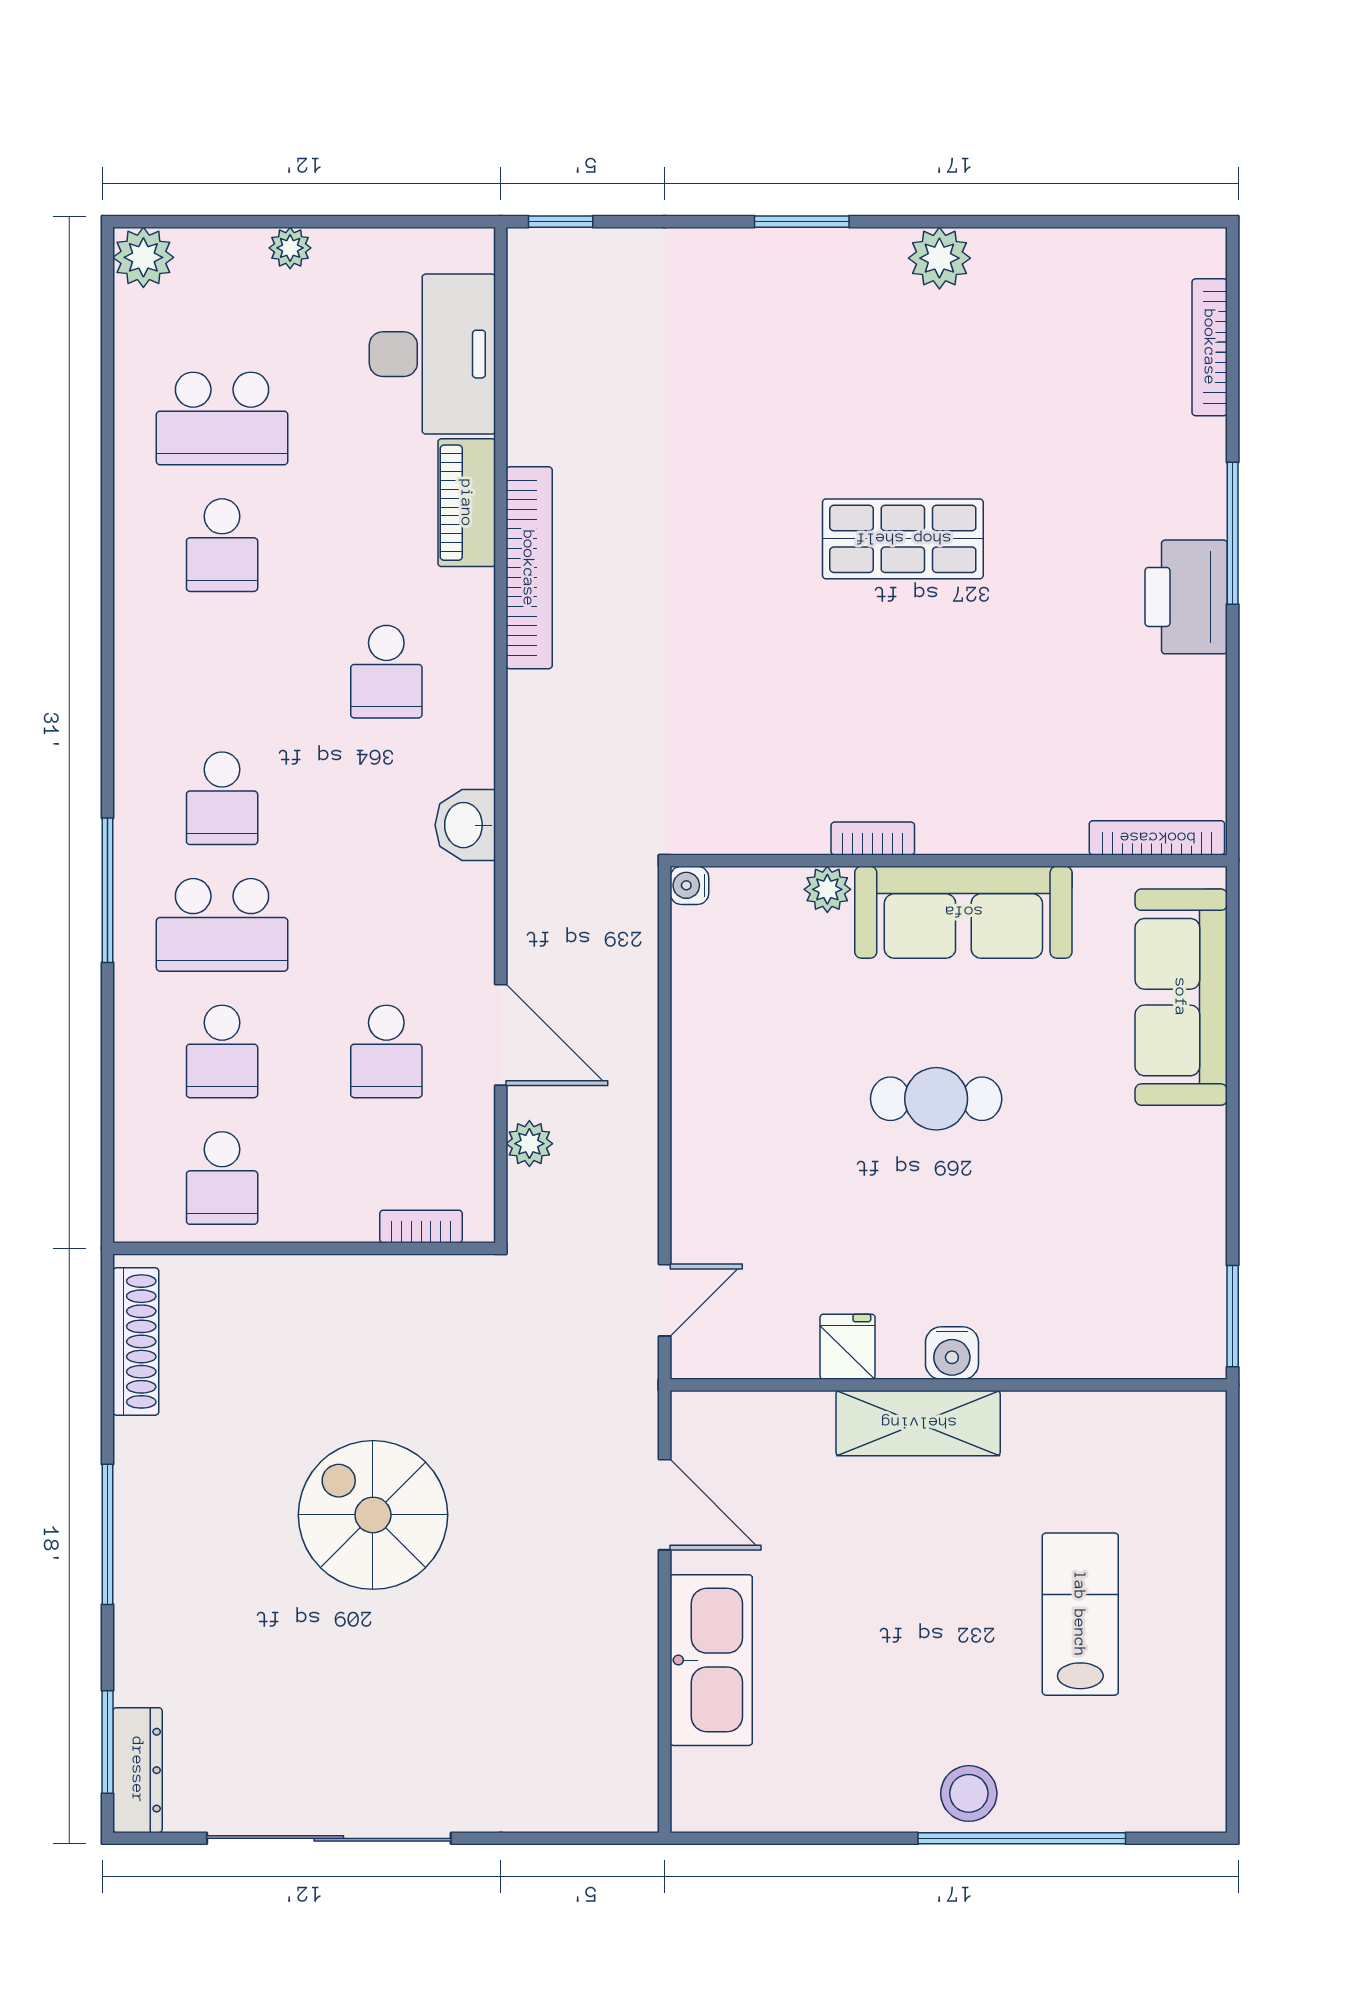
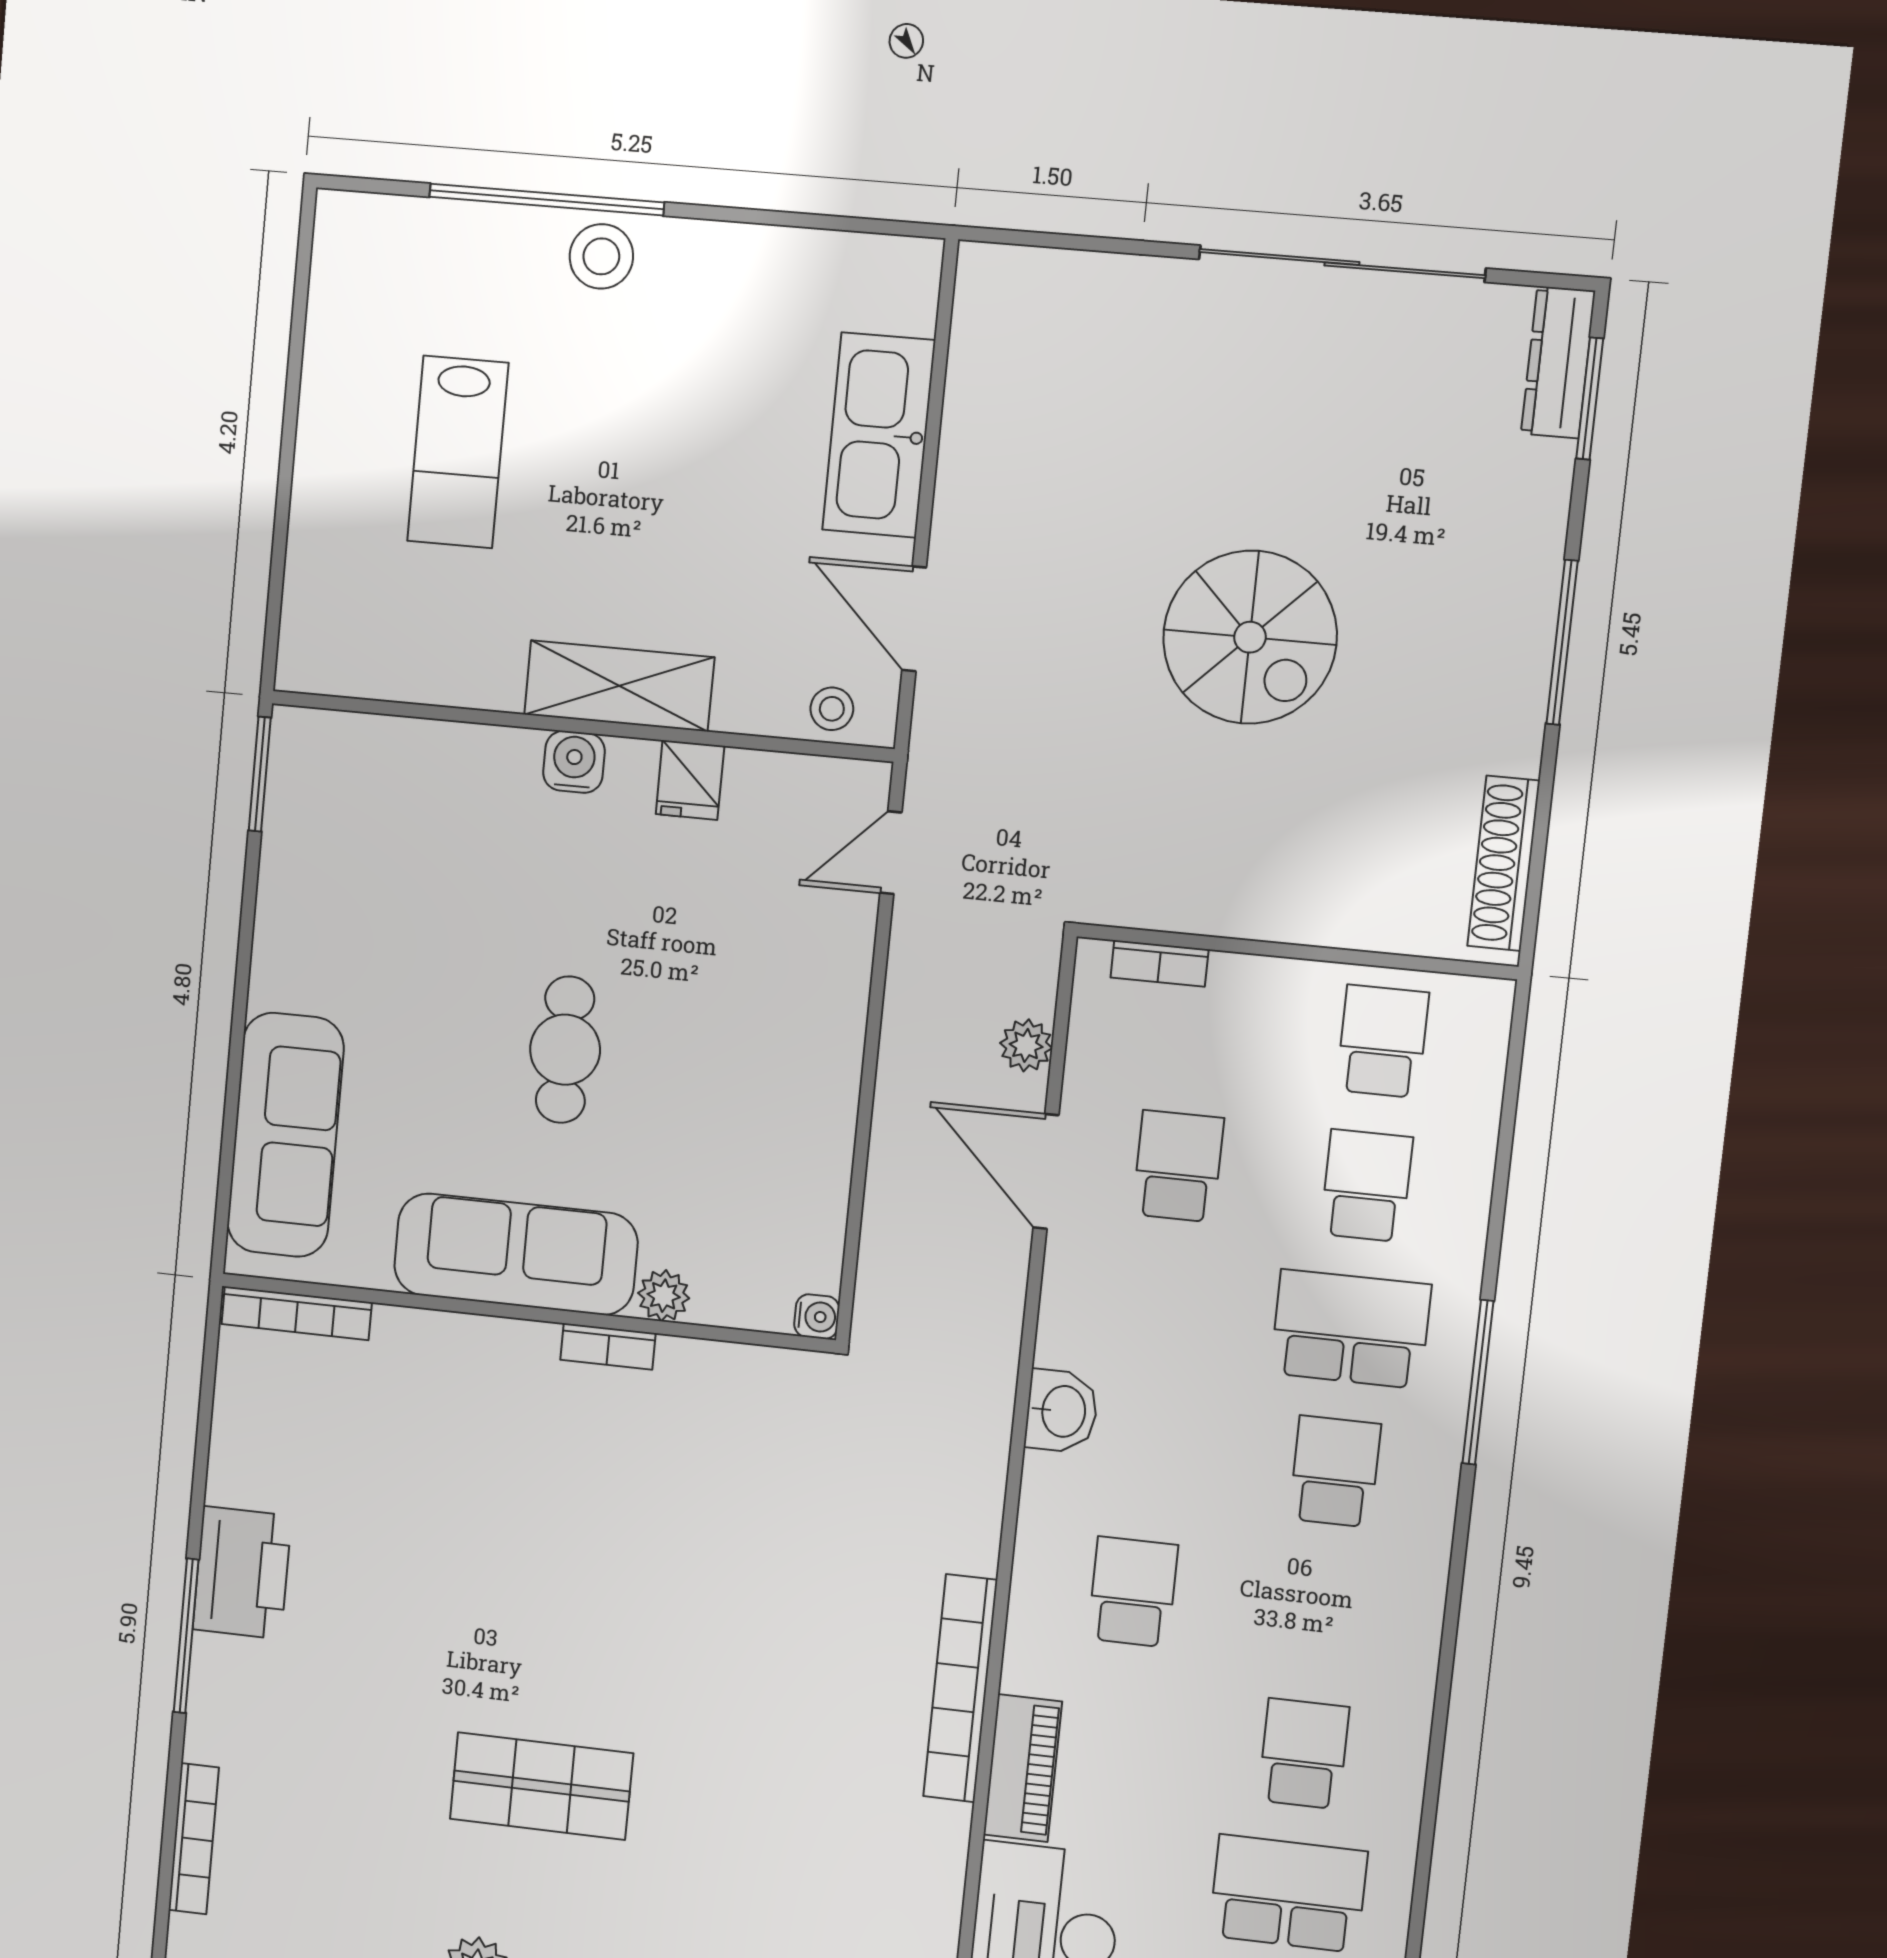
shop shelf: (903, 539) -> (541, 1786), moved
cafe table: (936, 1099) -> (565, 1050), turned 90
stool: (729, 1420) -> (832, 709), added

